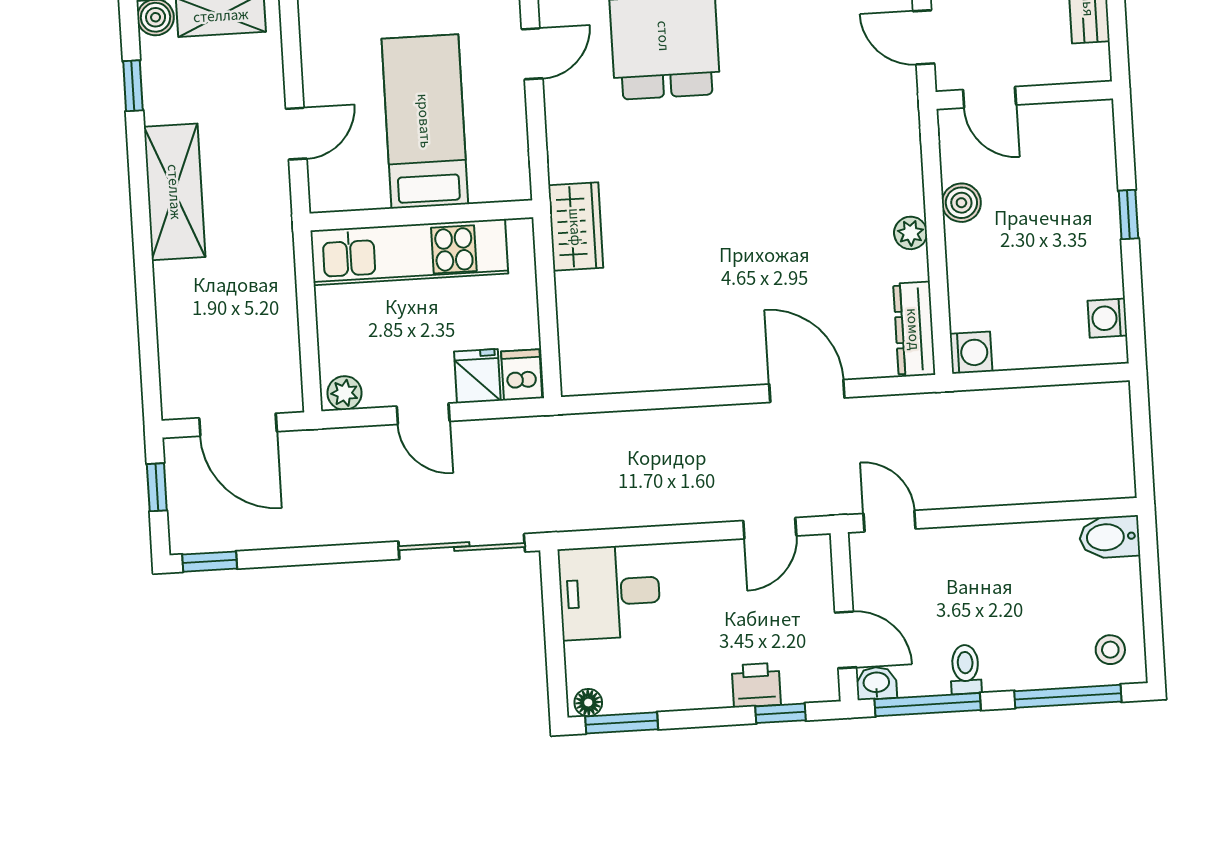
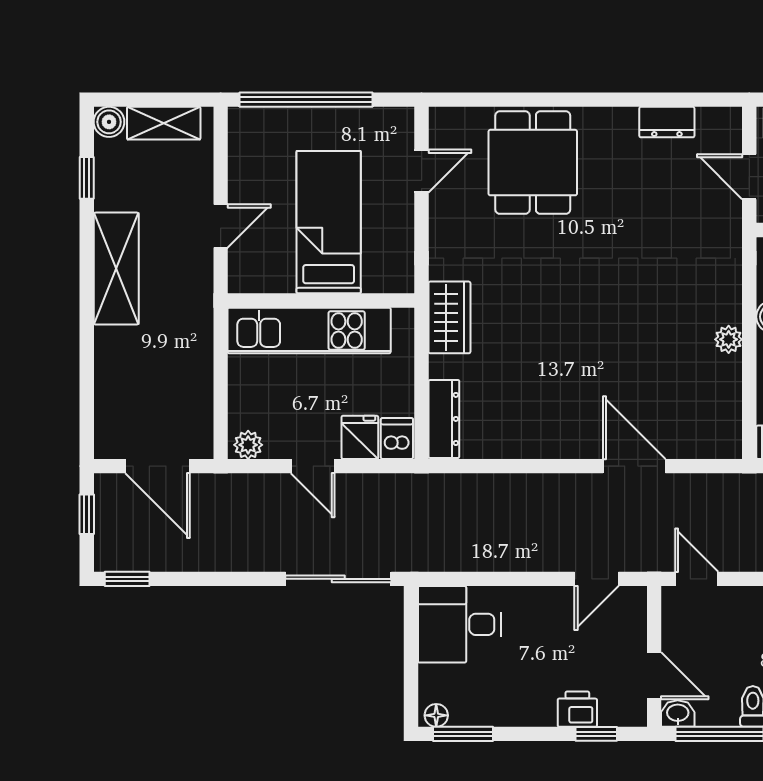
dresser: (914, 329) -> (444, 419), moved, turned 180

